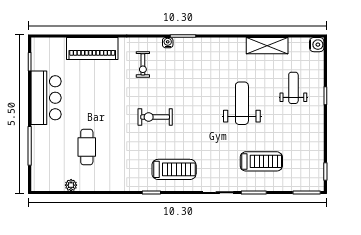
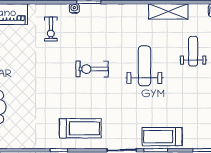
exercise bike: (155, 117) -> (92, 69), moved
treadmill: (261, 161) -> (162, 137), moved, turned 180

